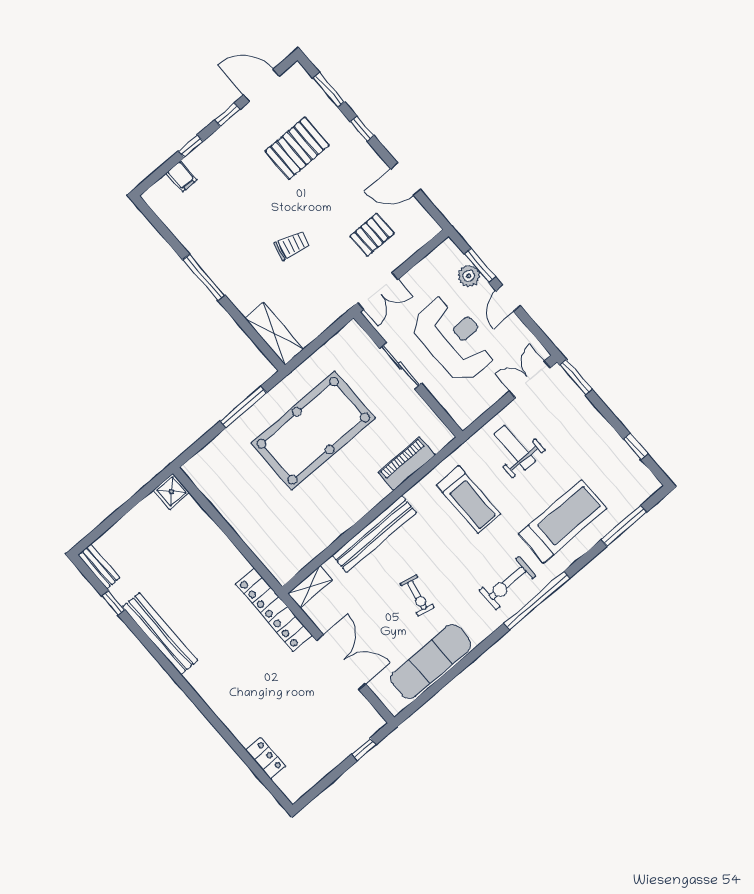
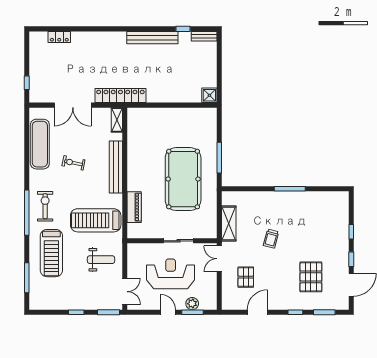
filing cabinet: (182, 176) -> (342, 217), removed
shelving: (274, 334) -> (229, 223), moved, turned 90
reception desk: (454, 339) -> (171, 274), turned 180
window: (636, 447) -> (76, 312), moved
treadmill: (468, 500) -> (96, 220), width x1.37, depth x1.37

